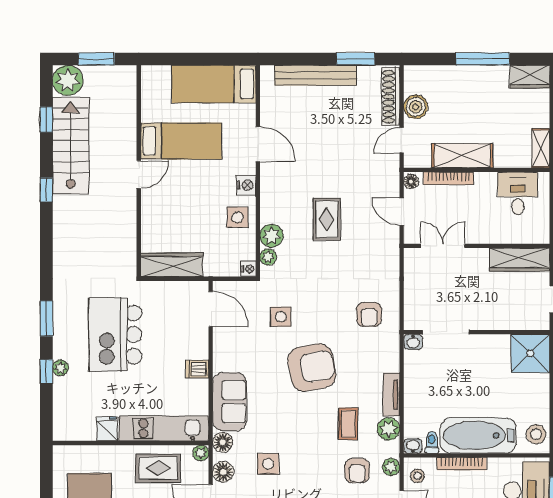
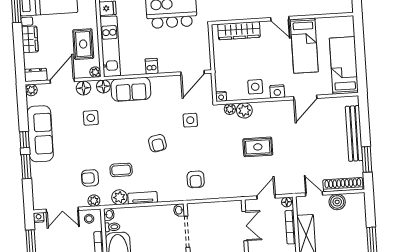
wardrobe: (172, 265) -> (239, 31), moved, turned 90
armchair: (369, 314) -> (196, 179), turned -90
armchair: (312, 367) -> (157, 143), width x0.53, depth x0.53

